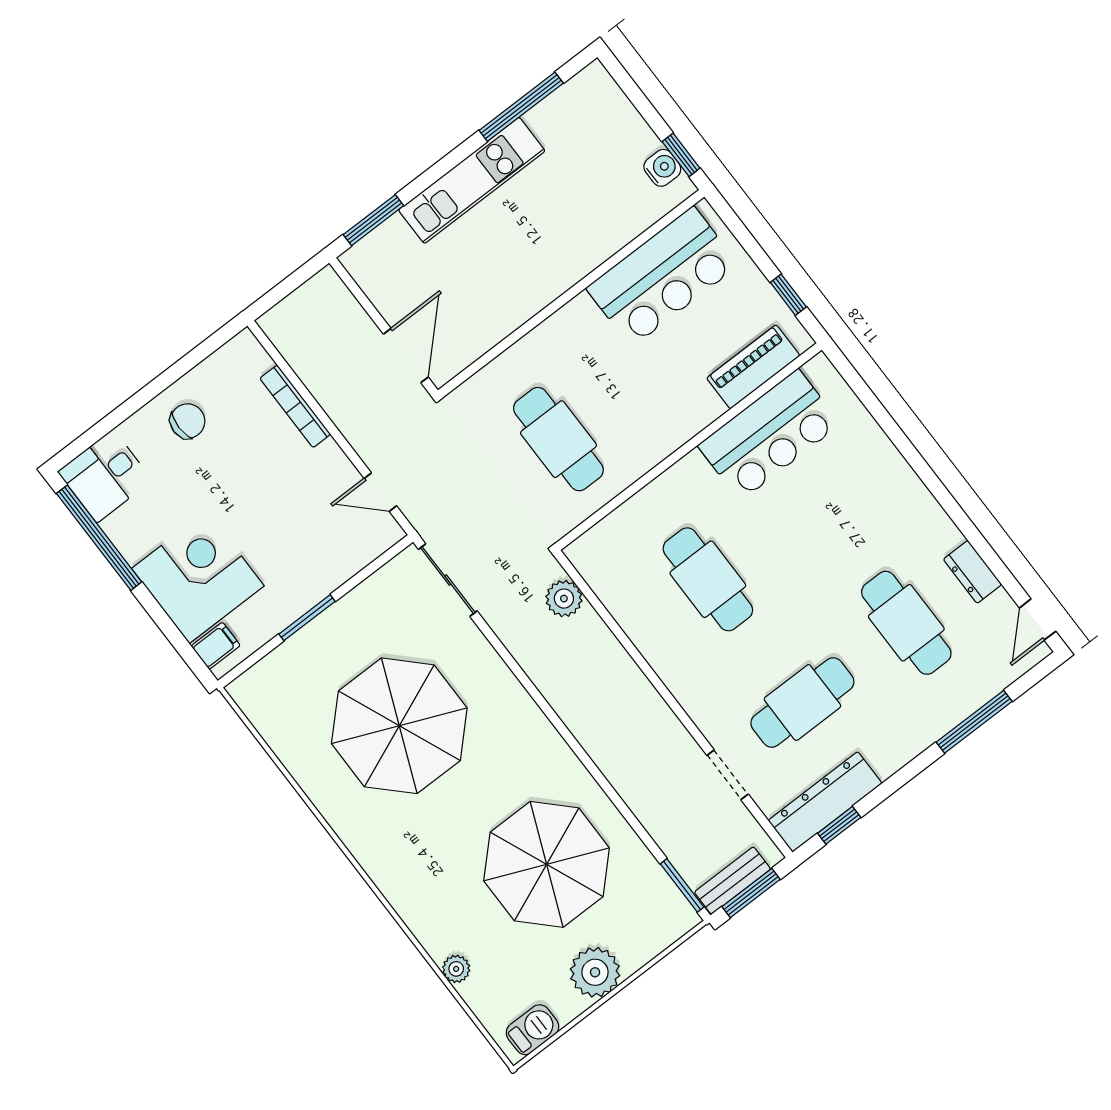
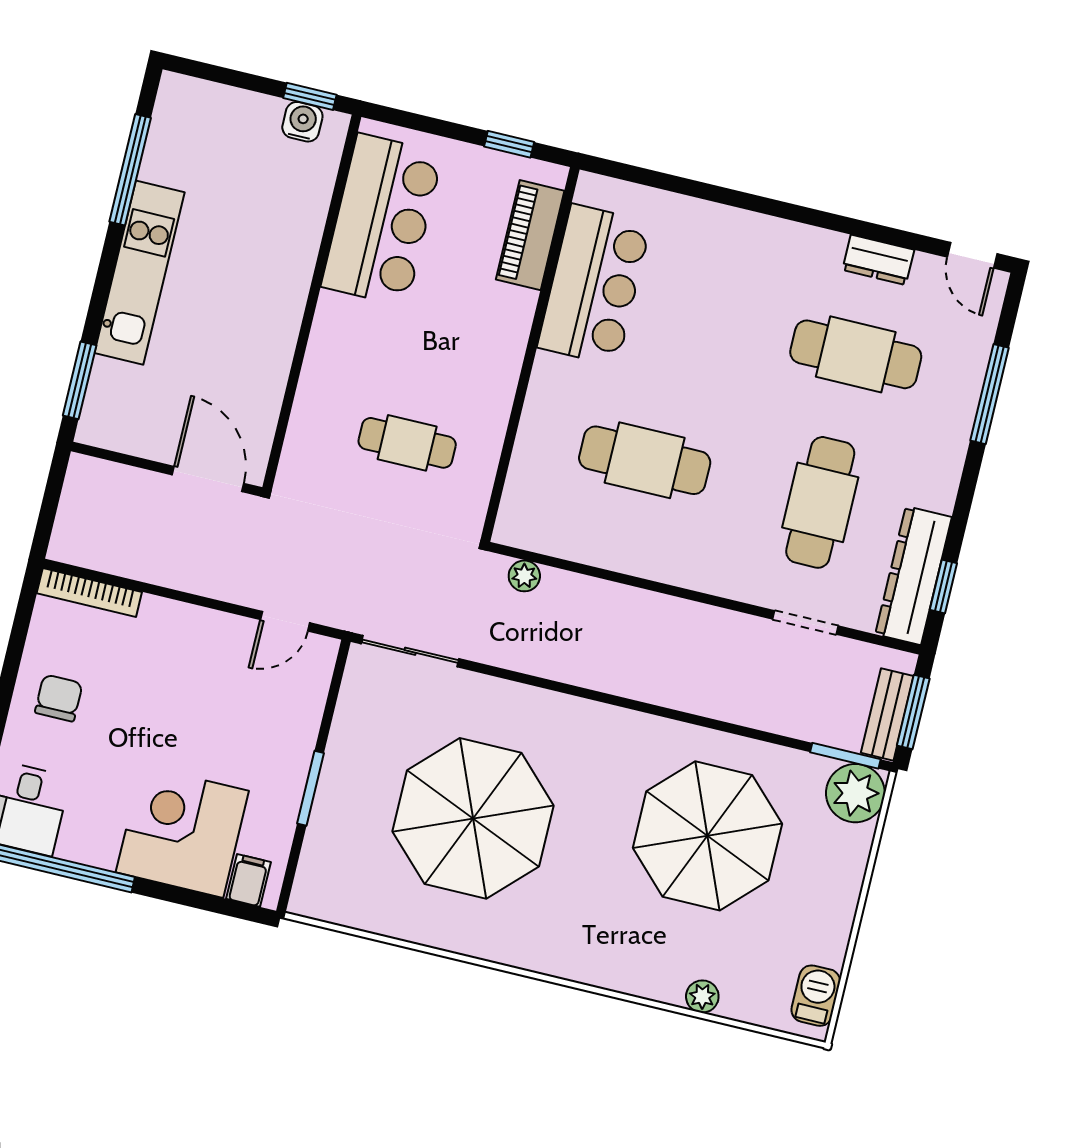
bookcase: (295, 406) -> (89, 593), moved
cafe table: (558, 439) -> (407, 443), width x0.73, depth x0.74
plant: (564, 599) -> (524, 576), width x0.73, depth x0.73
plant: (595, 972) -> (855, 793), moved

